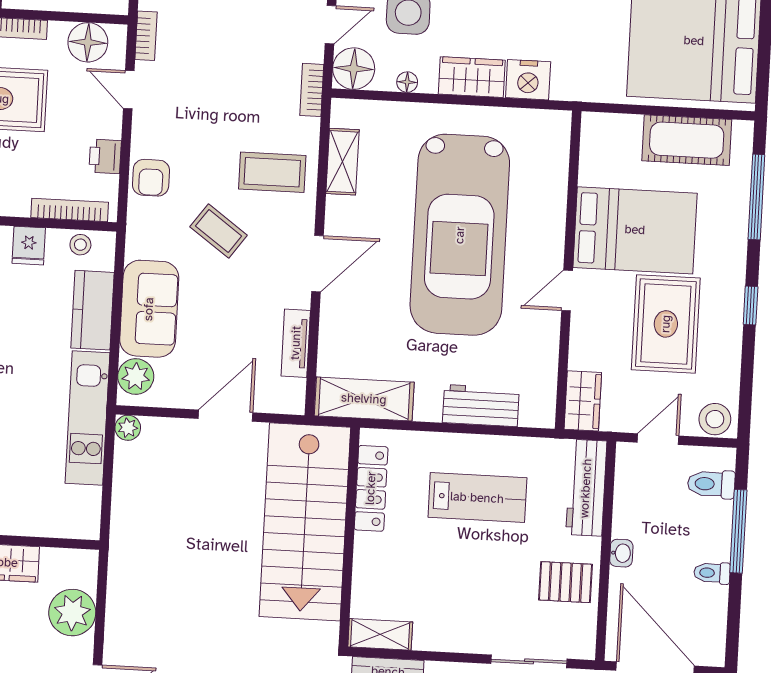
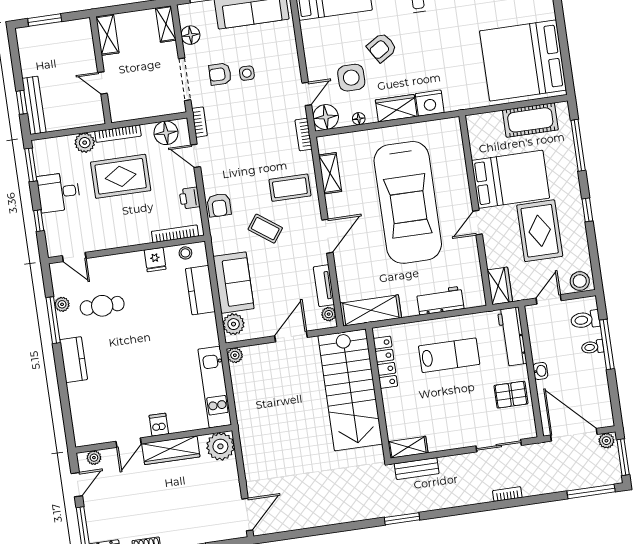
plant: (294, 391) -> (329, 314), added
kitchen unit: (87, 418) -> (215, 387), moved
toilet: (712, 573) -> (593, 347), moved
plant: (72, 613) -> (220, 446), moved

